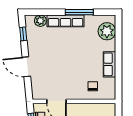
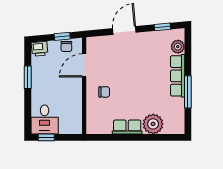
plant: (107, 31) -> (153, 124), moved
chair: (93, 86) -> (104, 92), moved

